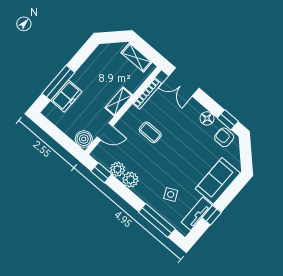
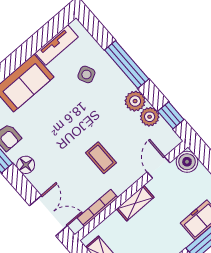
door: (105, 131) -> (158, 167), hinge flipped
window: (212, 215) -> (38, 40), removed
window: (157, 220) -> (127, 64), moved

